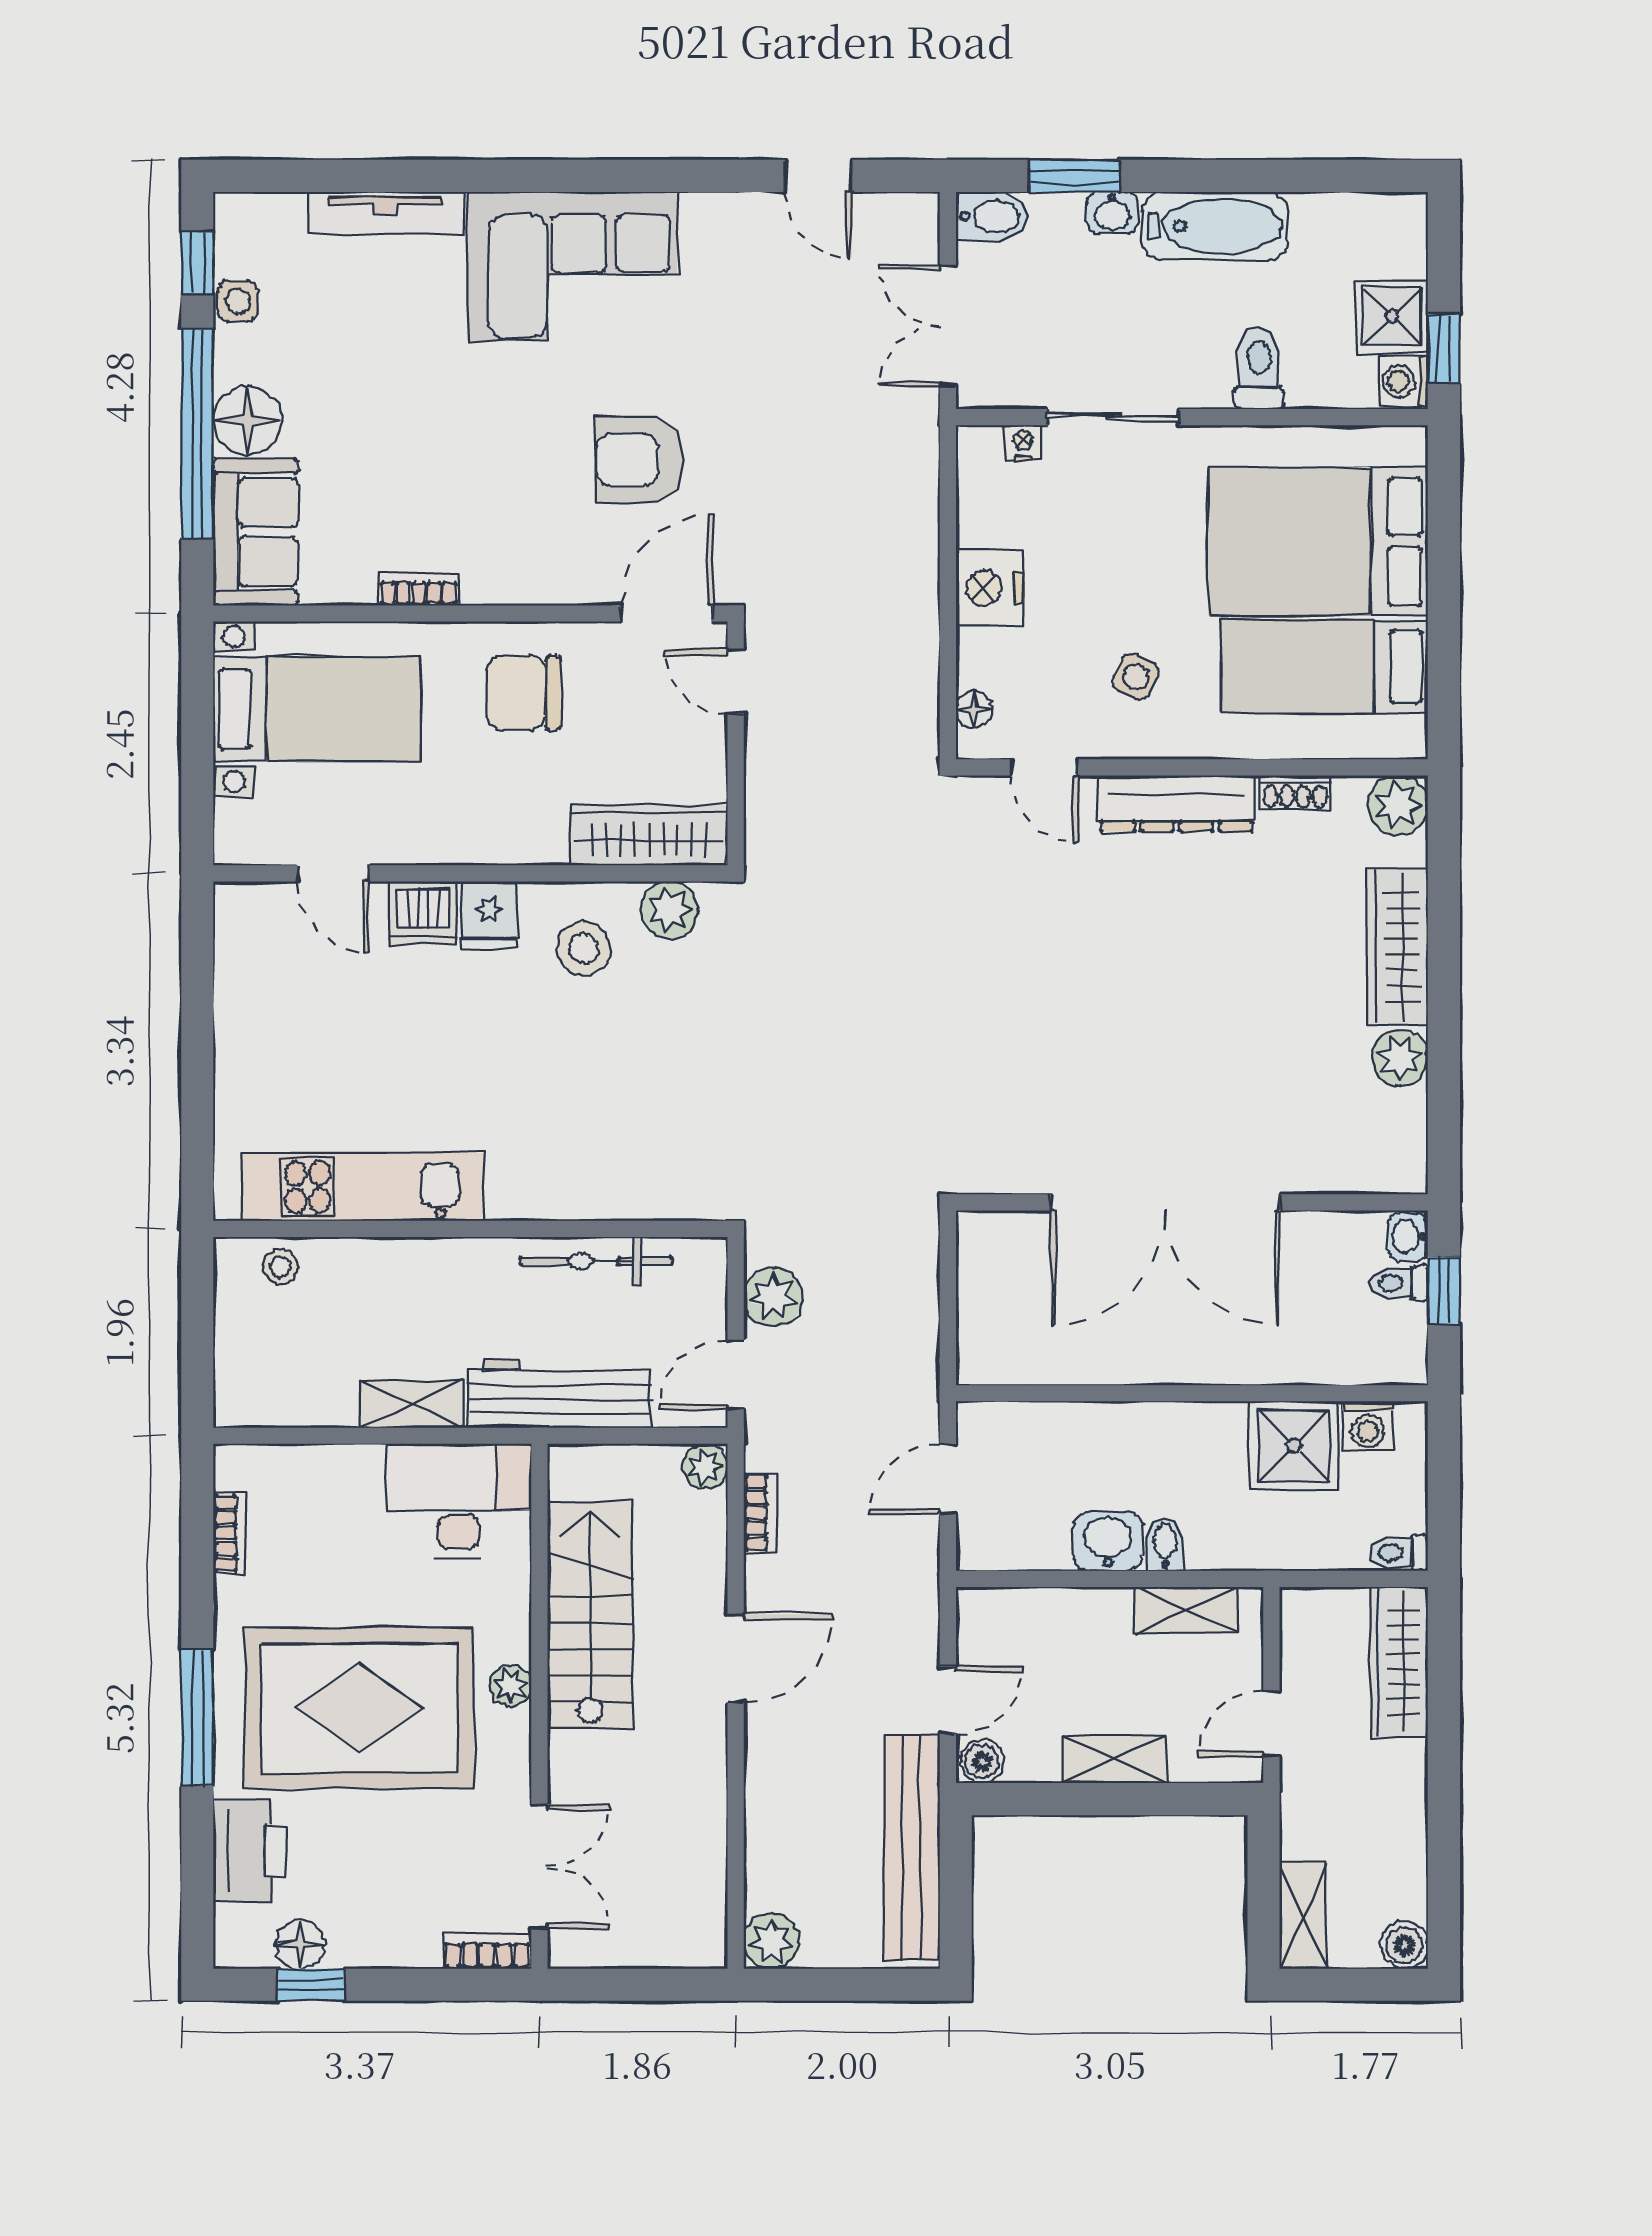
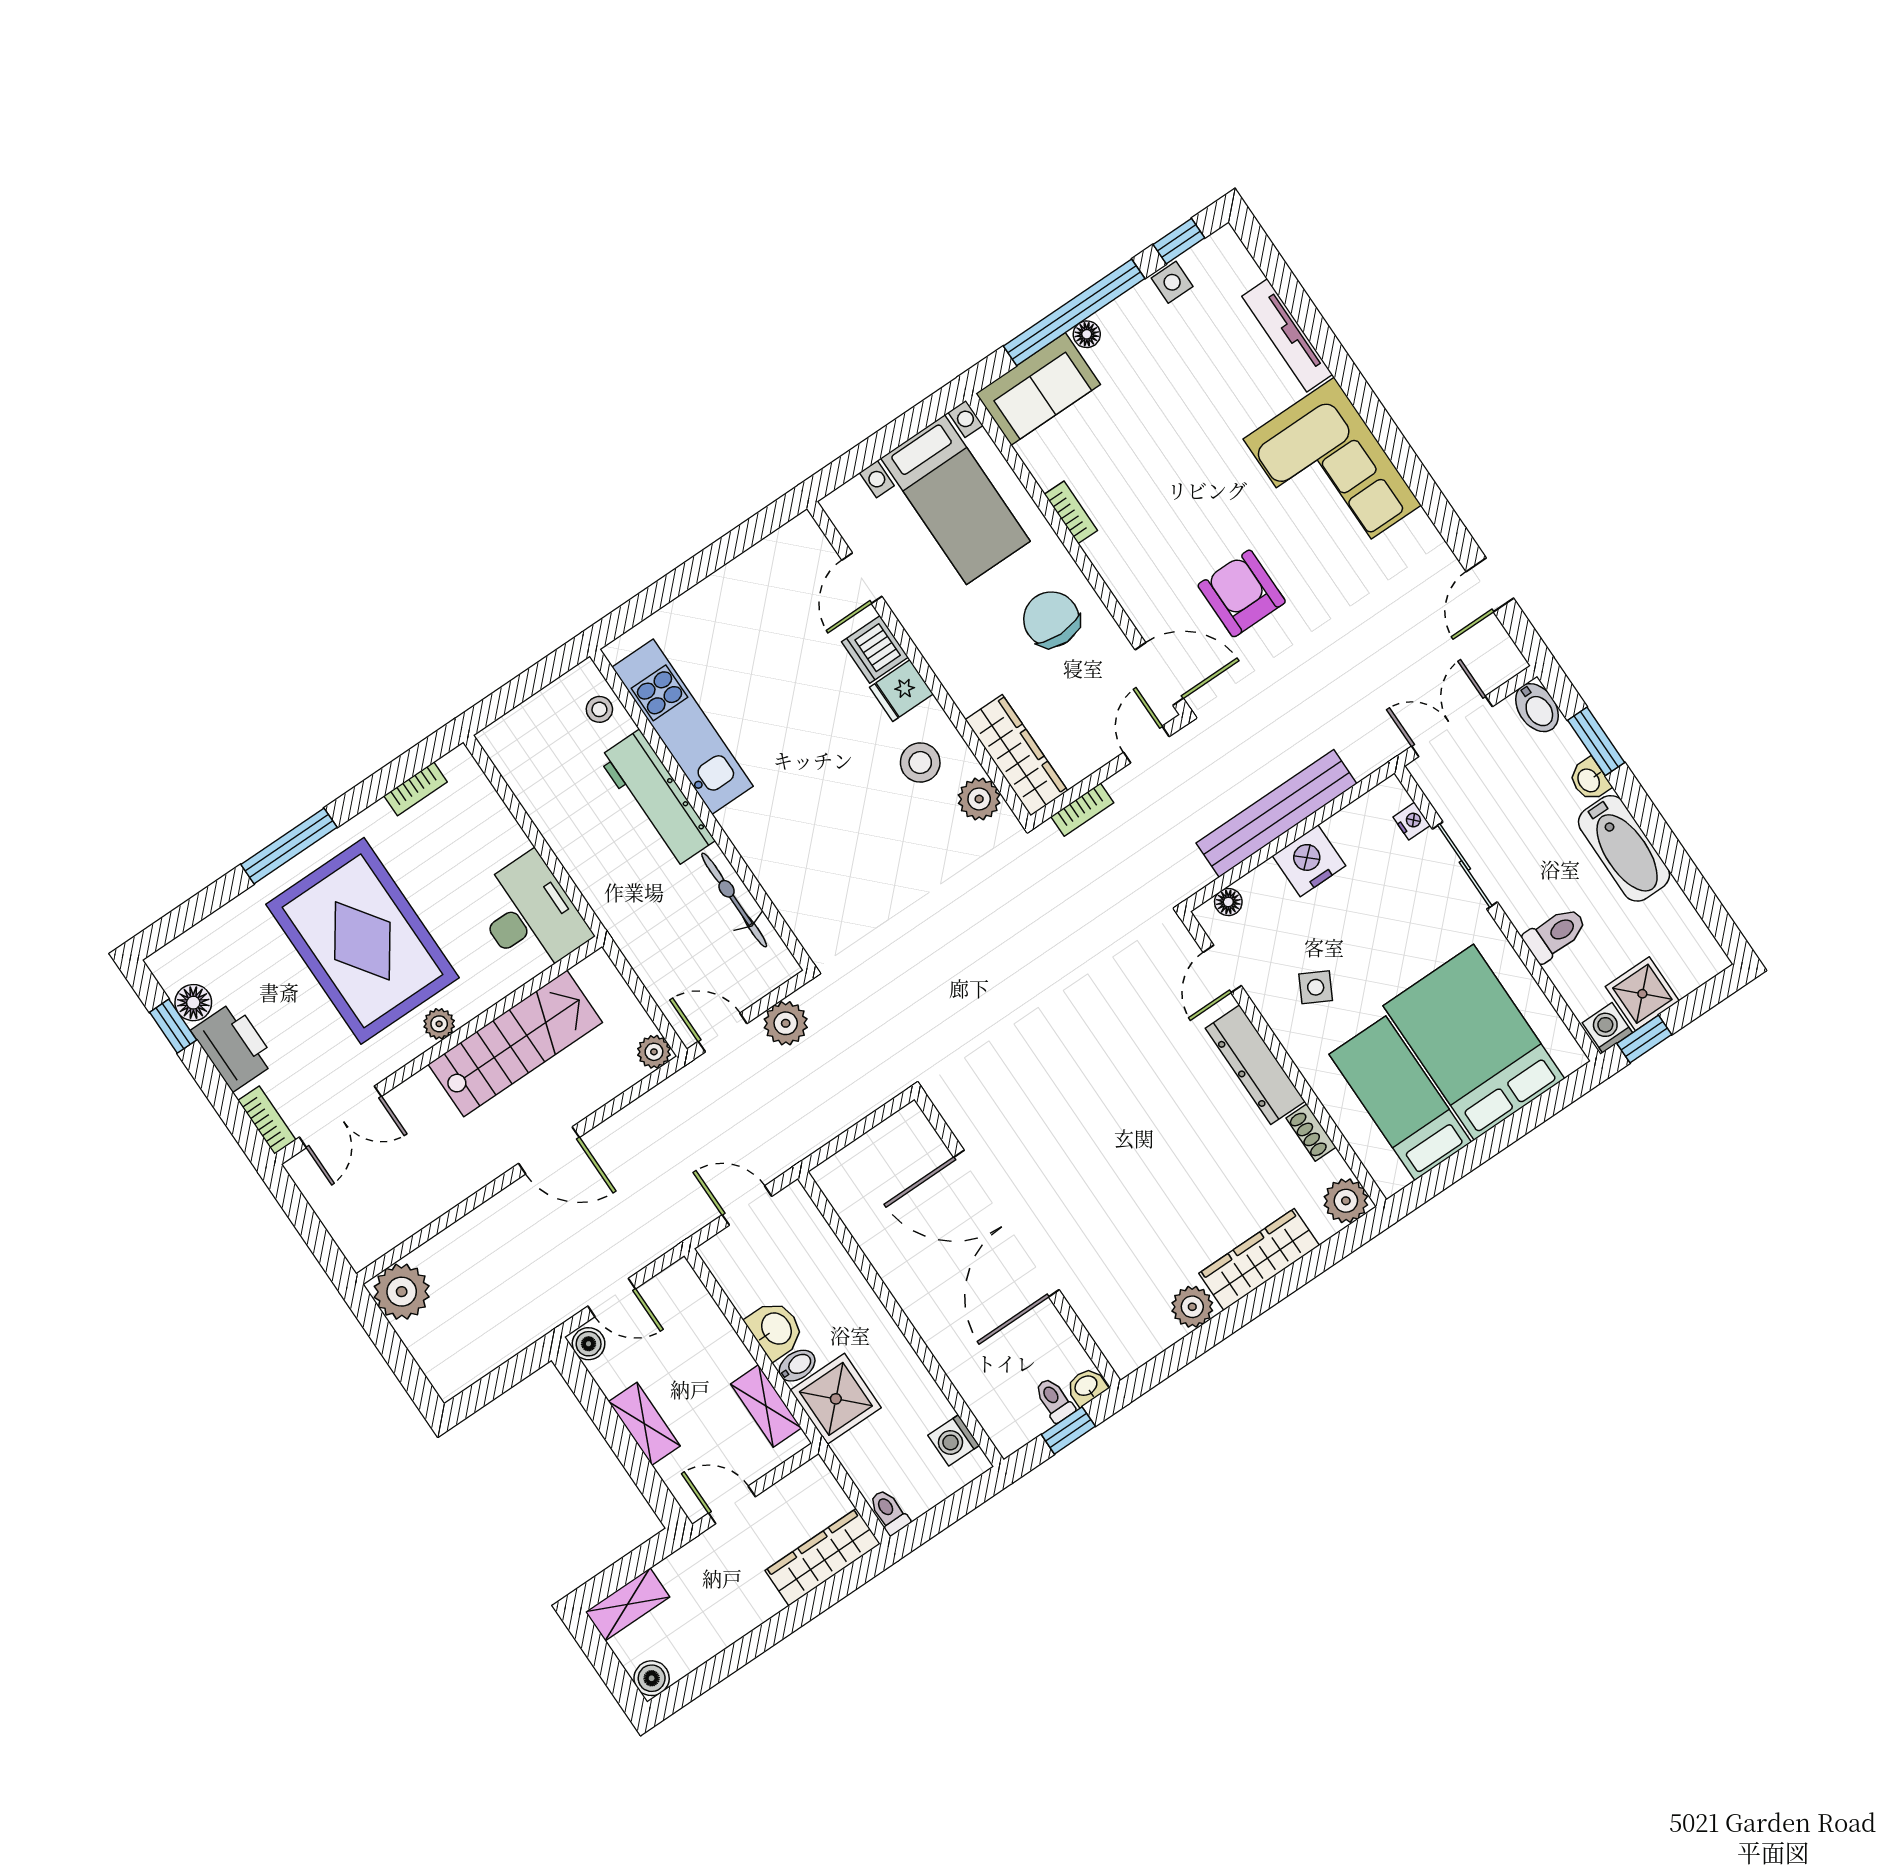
floor lamp: (247, 420) -> (1087, 334), width x0.53, depth x0.53
workbench: (560, 1393) -> (656, 799), moved, turned 180
shelving: (411, 1404) -> (570, 846), removed
shower: (1294, 1446) -> (836, 1399), moved
bookcase: (760, 1513) -> (1082, 810), moved
bench: (912, 1847) -> (1276, 813), moved
printer: (250, 1851) -> (234, 1046), moved, turned -90
plant: (771, 1941) -> (402, 1292), width x1.36, depth x1.36

